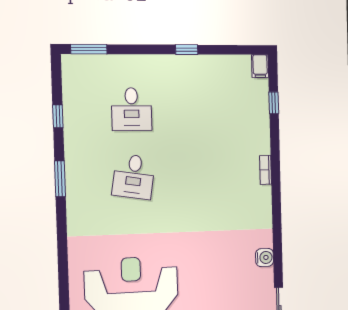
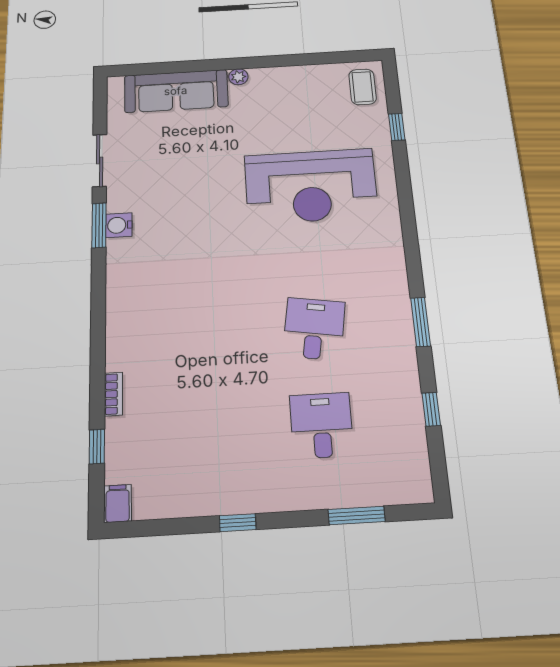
window: (89, 49) -> (357, 516), moved
bookcase: (265, 170) -> (114, 394), moved
window: (278, 258) -> (99, 225), added

